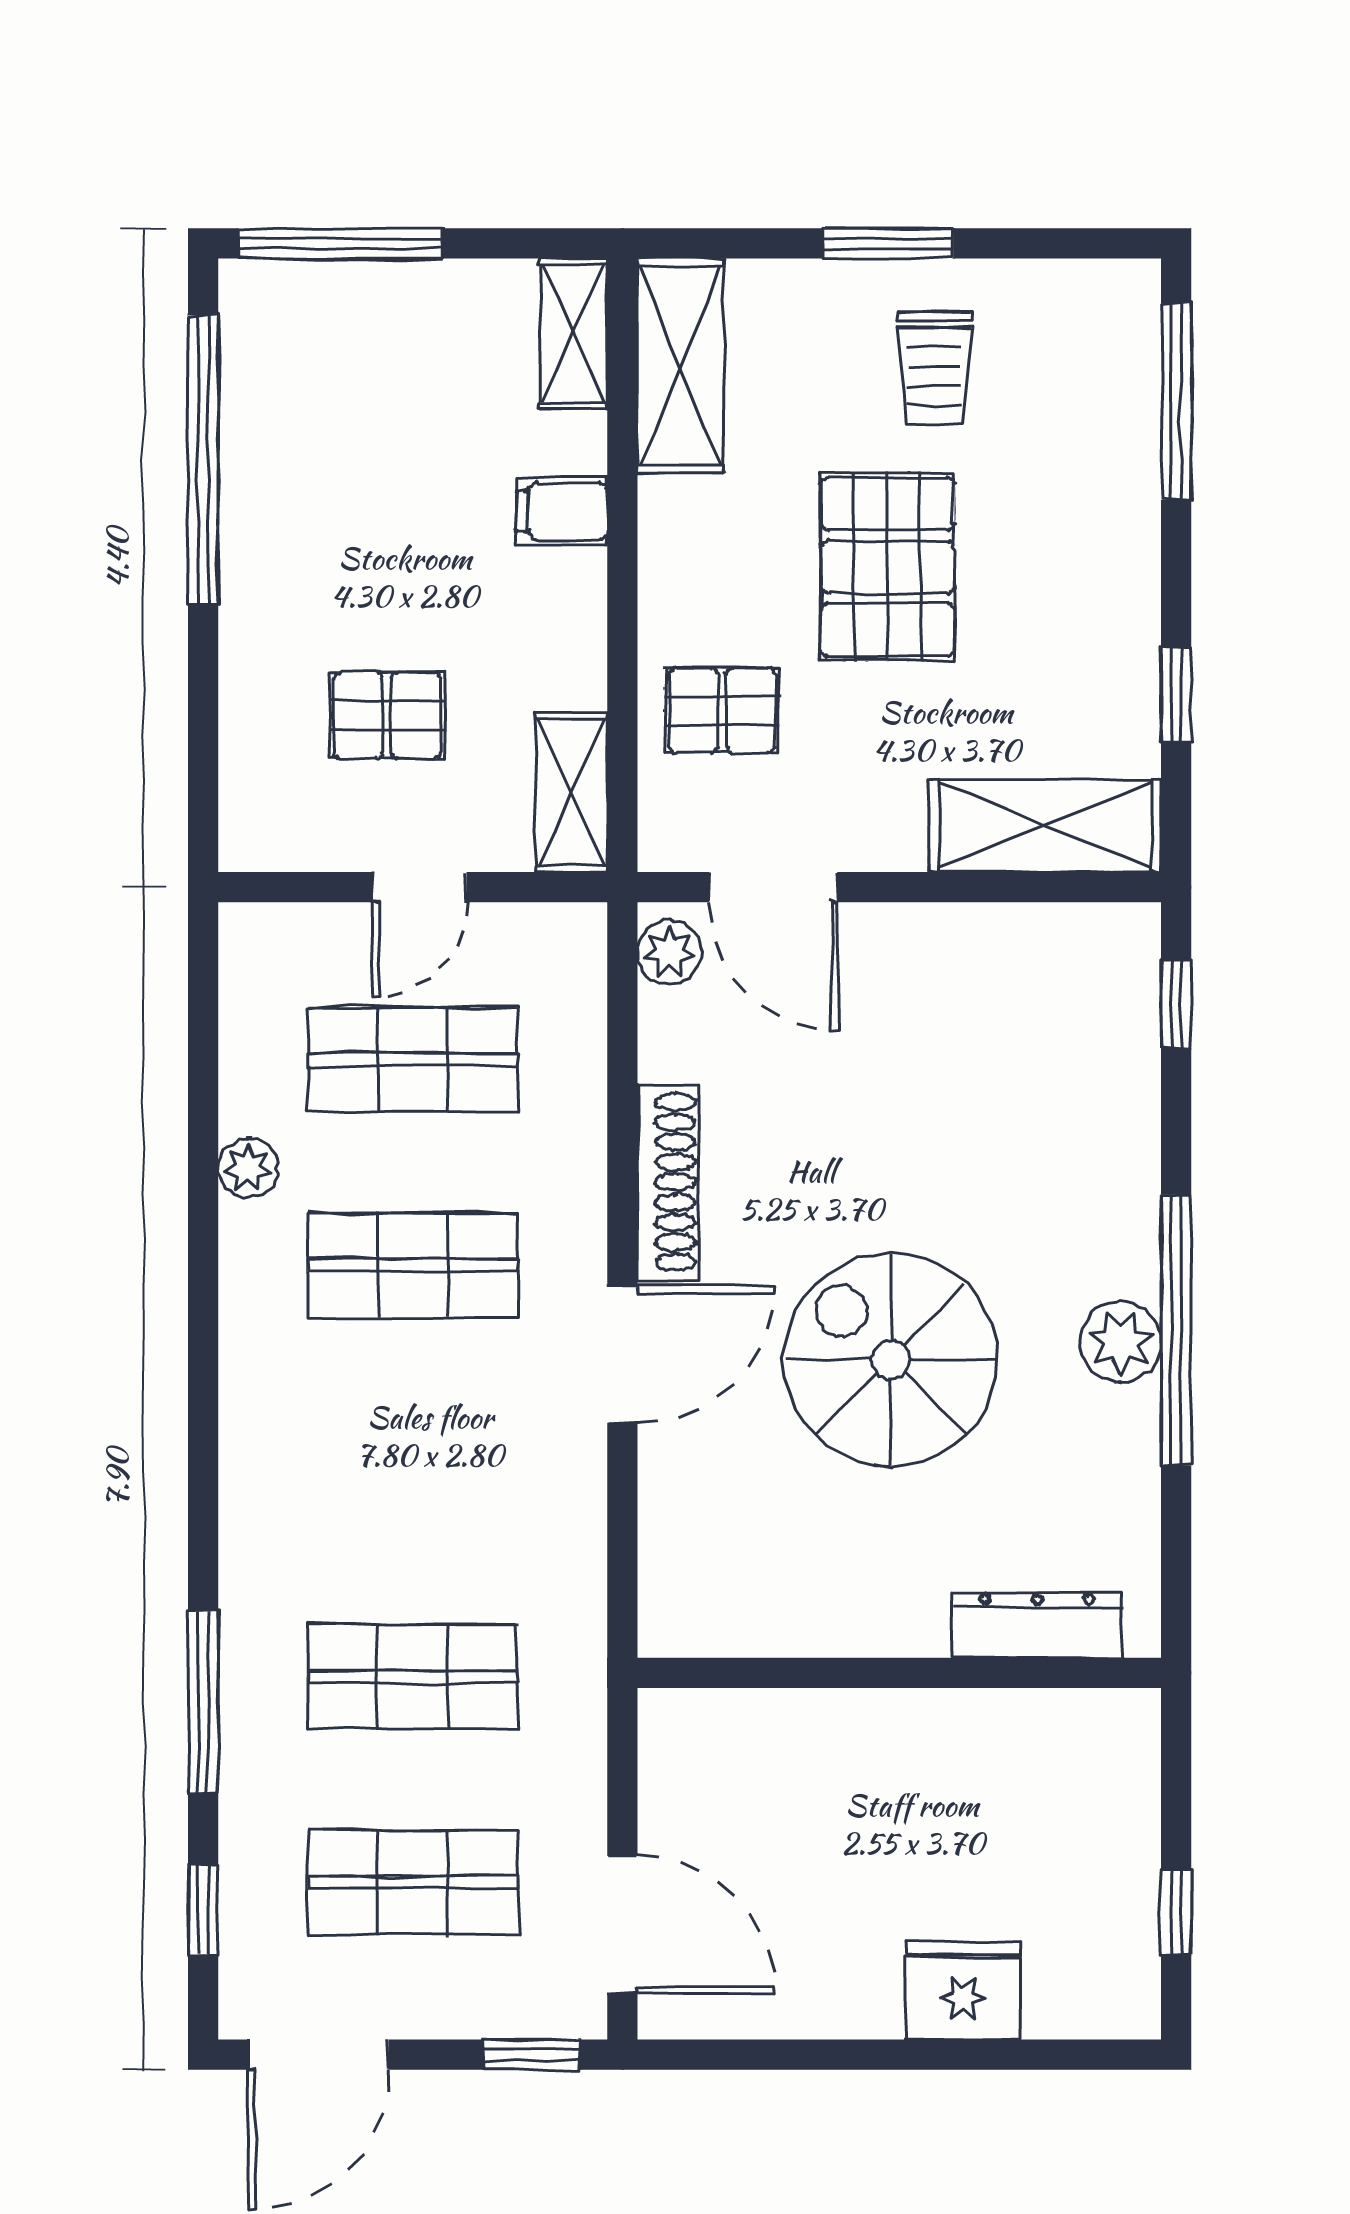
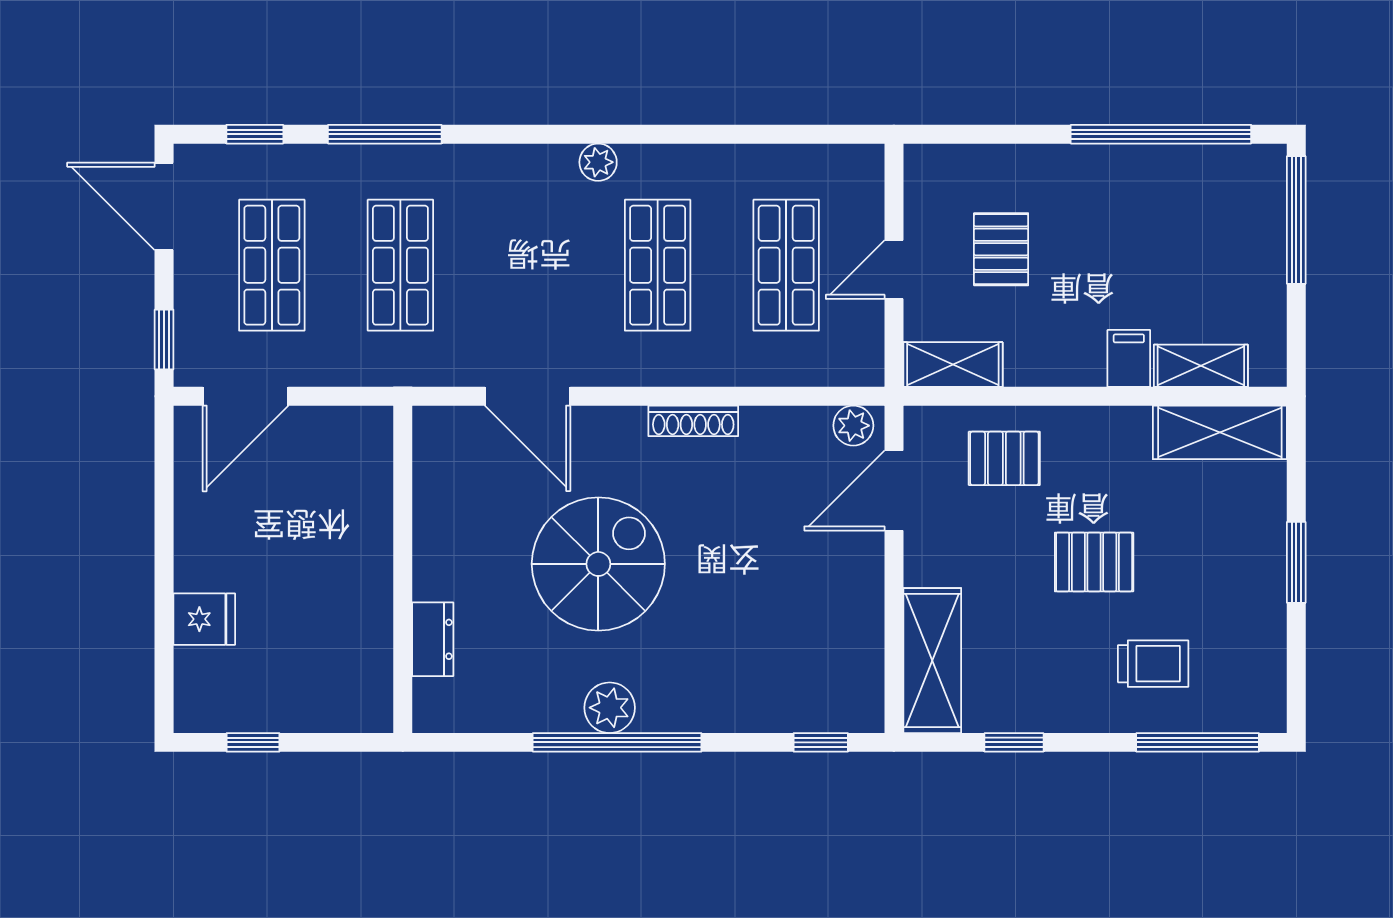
shelving: (574, 333) -> (1201, 366), moved
trolley: (934, 368) -> (1153, 664), moved, turned 180
pallet: (888, 567) -> (1094, 562), width x0.67, depth x0.71
pallet: (722, 710) -> (1004, 458), turned 90
door: (420, 887) -> (894, 270), hinge flipped
plant: (248, 1168) -> (598, 162), moved
shoe rack: (668, 1182) -> (693, 421), width x0.74, depth x0.81
door: (622, 1355) -> (528, 396), moved
dresser: (1037, 1625) -> (433, 639), width x0.70
fridge: (963, 1990) -> (204, 619), width x0.72

